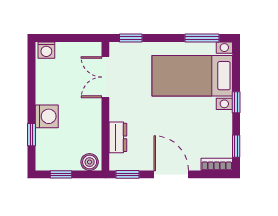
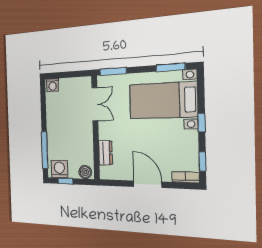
window: (131, 38) -> (113, 71), width x1.50
double door: (105, 77) -> (95, 104), swing flipped
washing machine: (47, 116) -> (59, 169), moved, turned -90
window: (32, 135) -> (45, 150), width x2.17
window: (127, 174) -> (113, 183), removed

